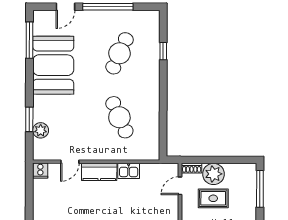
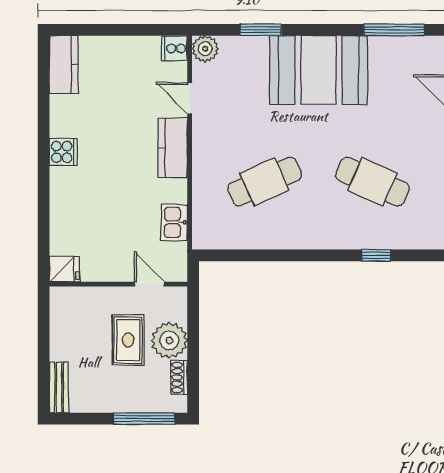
booth: (53, 65) -> (319, 70), moved
plant: (41, 130) -> (205, 49), moved
shoe rack: (192, 168) -> (179, 377), moved
kitchen sink: (129, 171) -> (174, 222), moved

